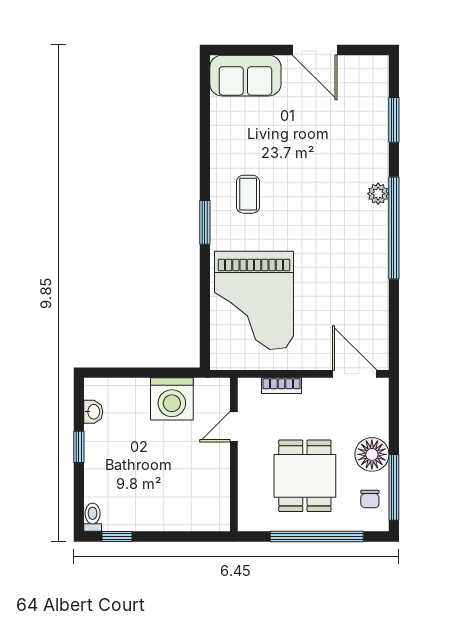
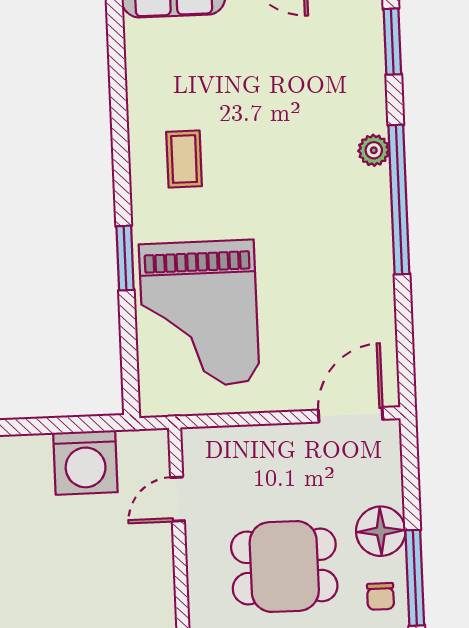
window: (205, 222) -> (125, 258), moved
door: (355, 374) -> (351, 415), hinge flipped
bookcase: (282, 386) -> (245, 436), removed
dining table: (305, 476) -> (284, 566), turned 90

